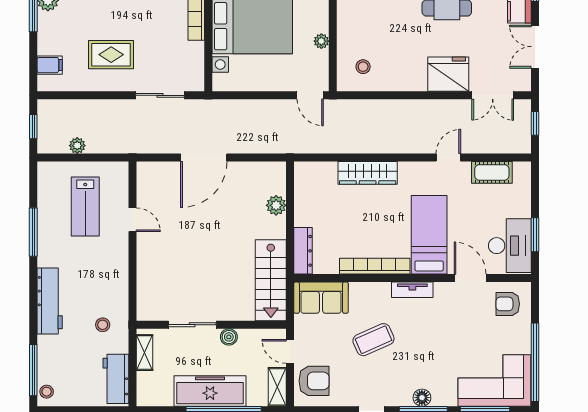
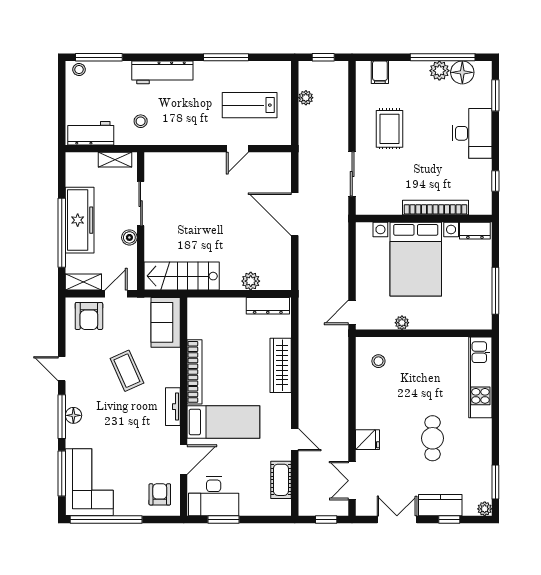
fridge: (448, 74) -> (368, 440), width x0.53, depth x0.75
dresser: (303, 251) -> (268, 306), moved

